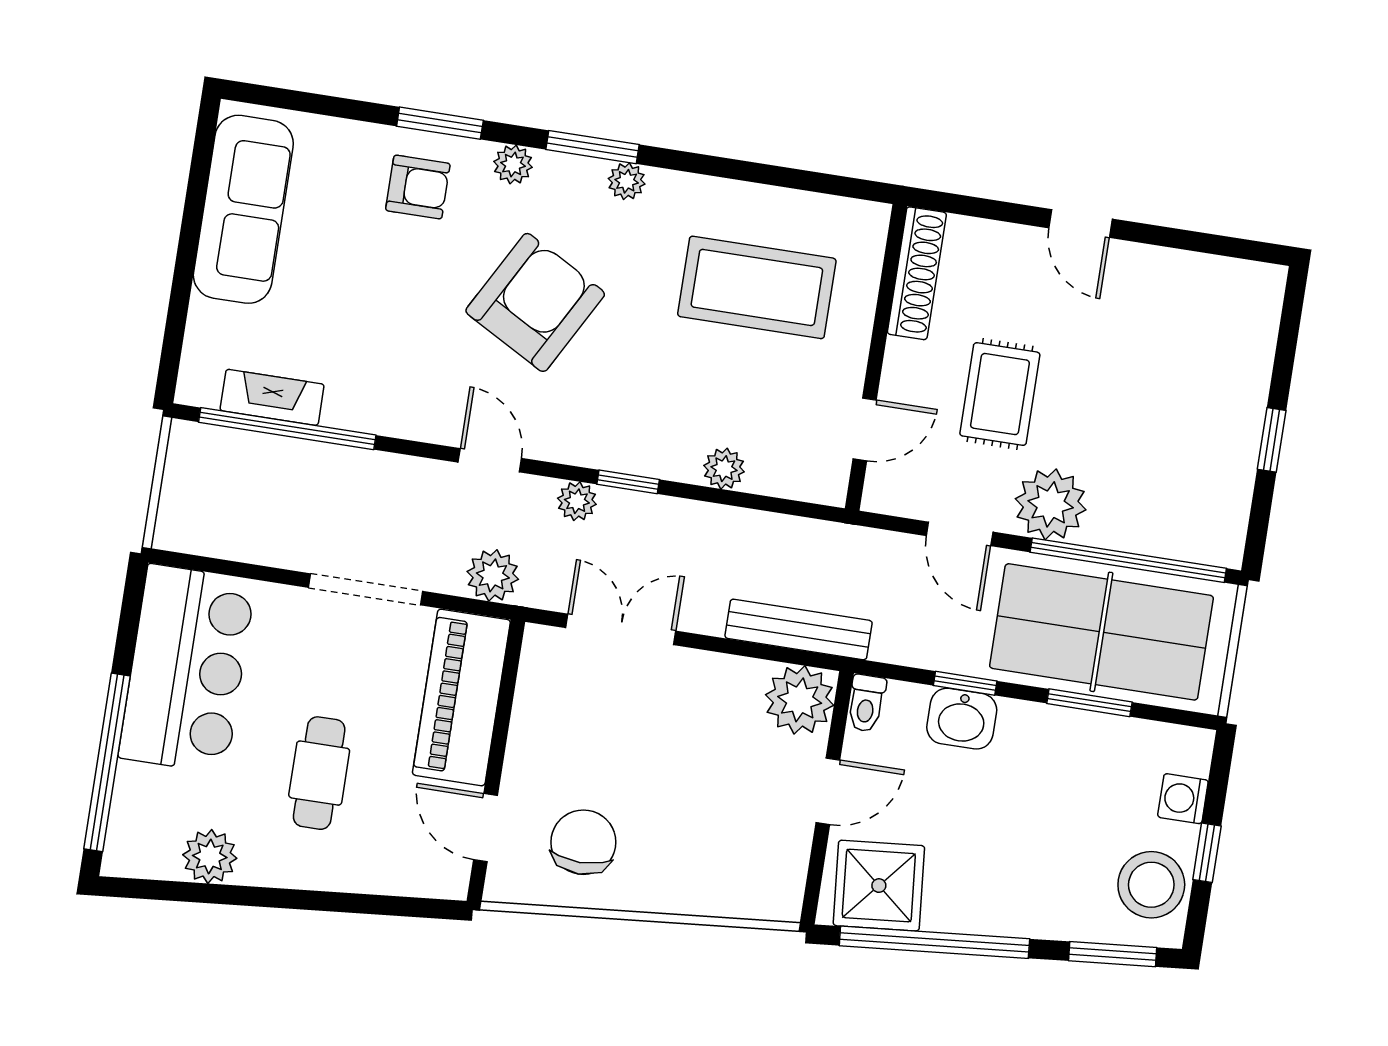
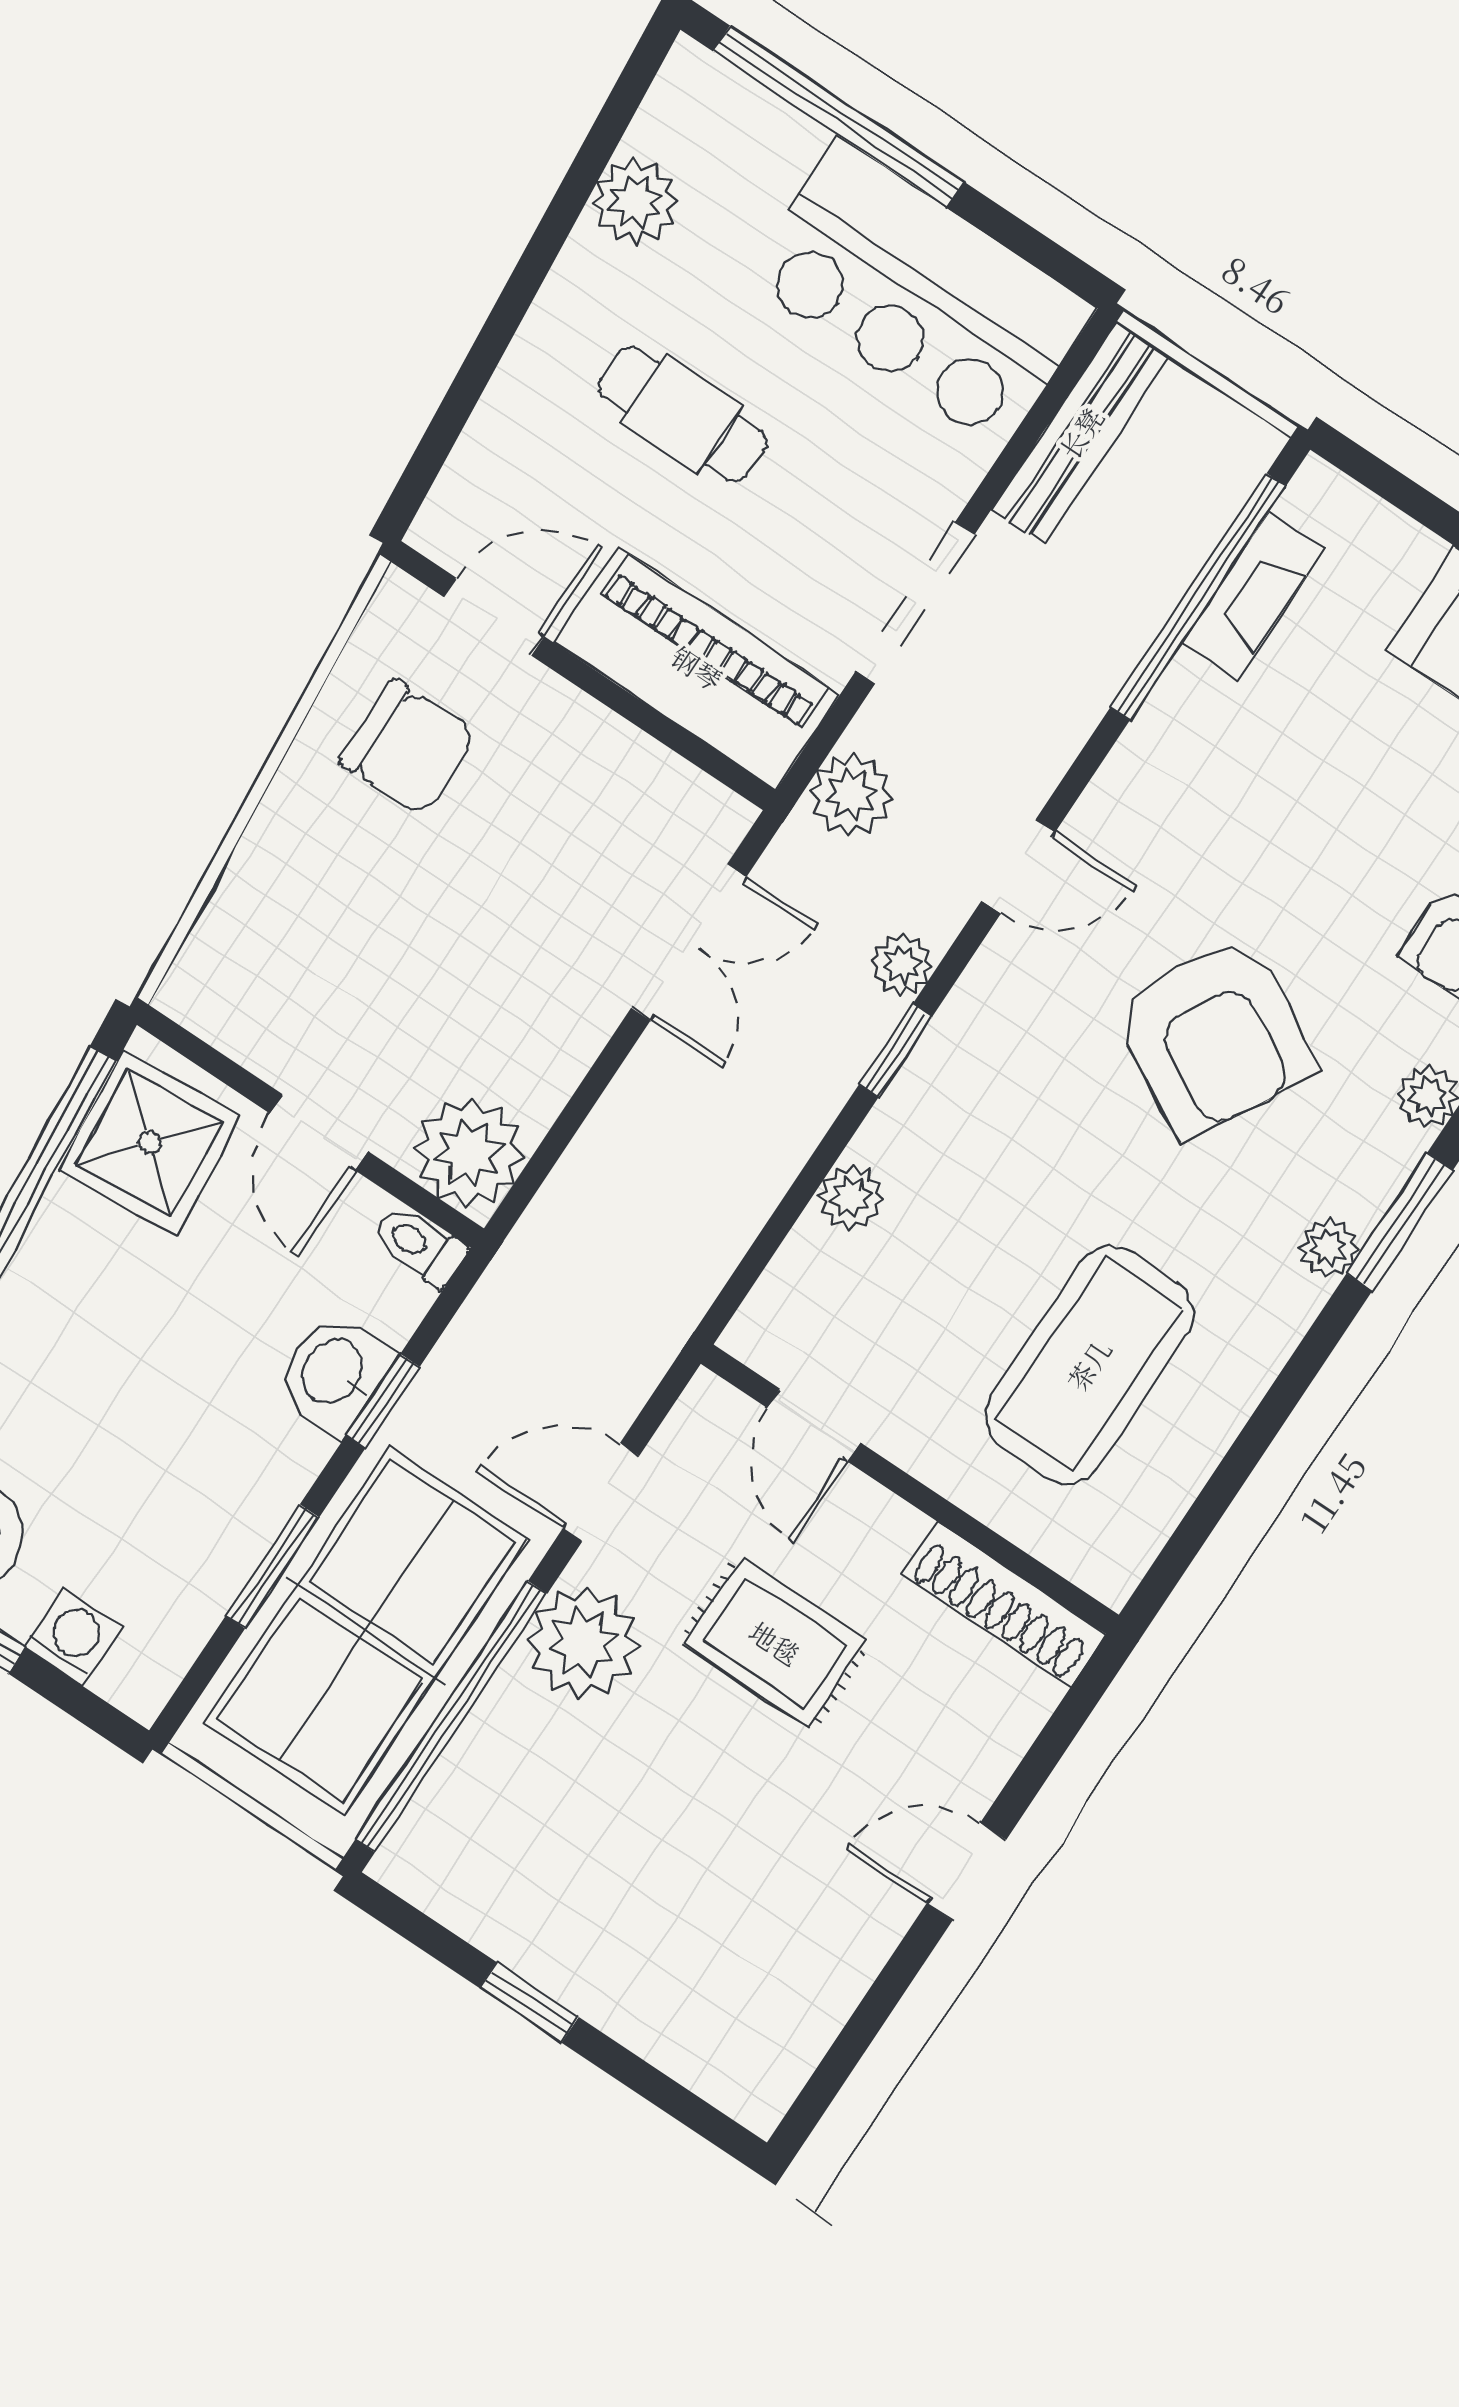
bench: (799, 629) -> (1081, 433), moved

